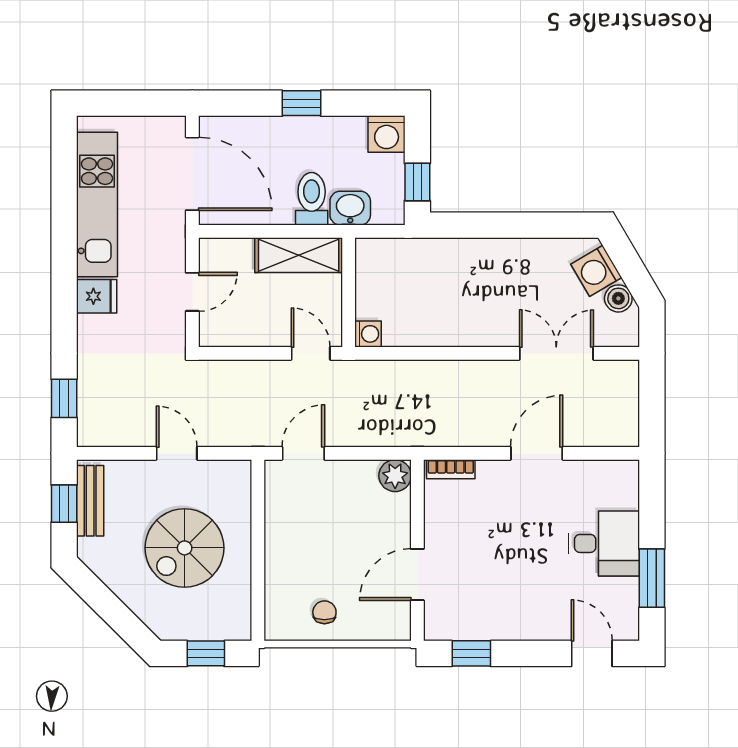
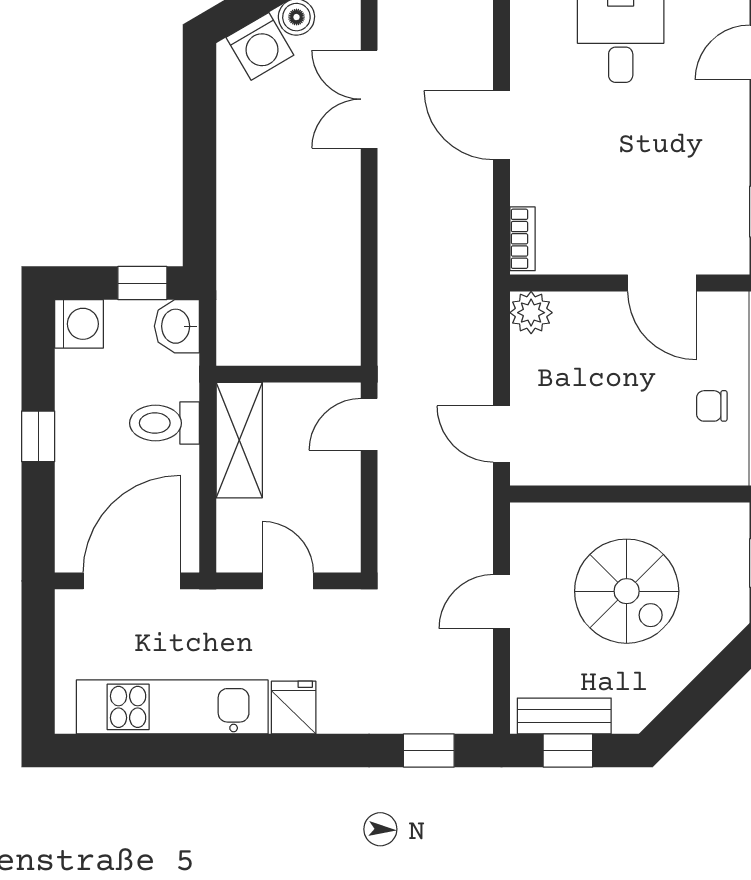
washbasin: (350, 208) -> (177, 326), moved
washing machine: (368, 334) -> (343, 348), removed

